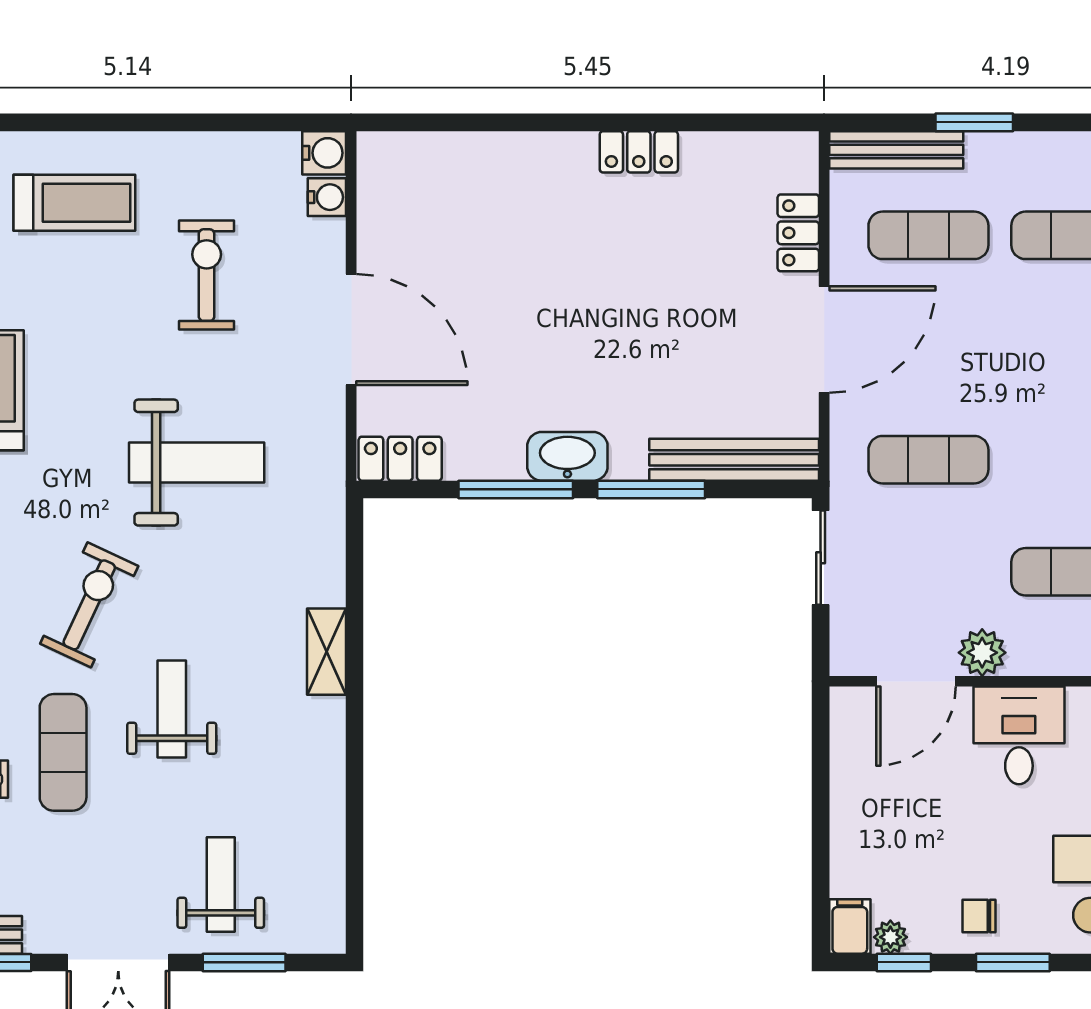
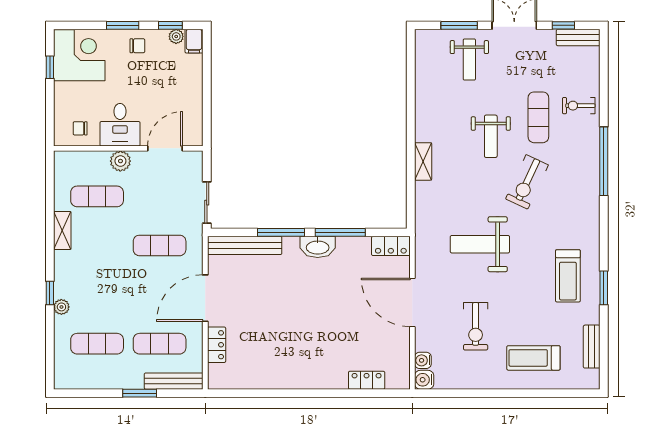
locker: (639, 152) -> (367, 380), moved
plant: (982, 653) -> (120, 161), moved

